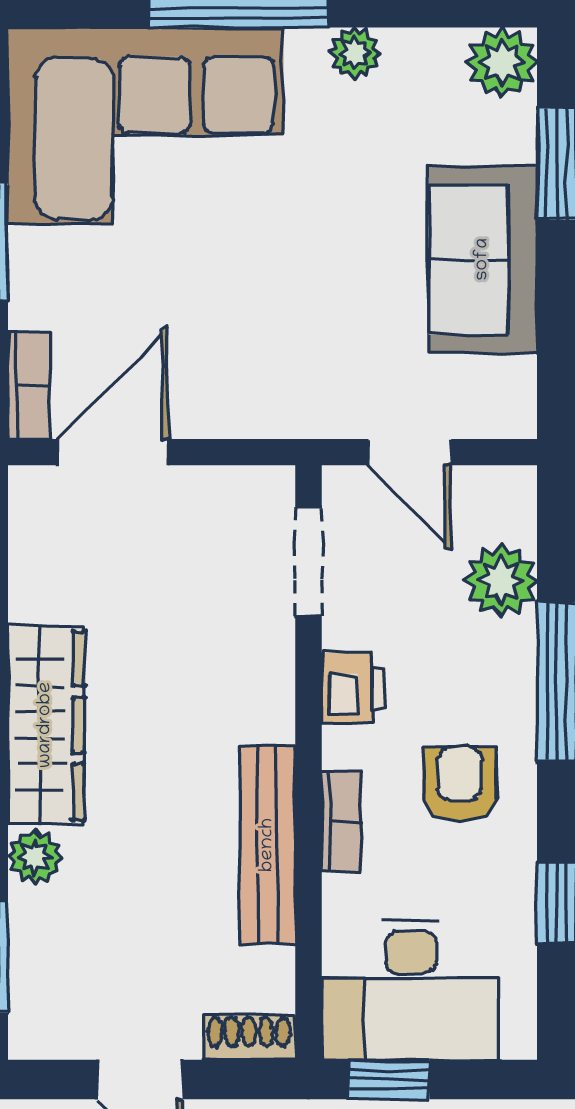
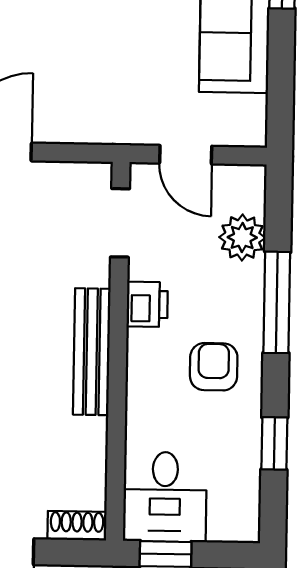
bookcase: (342, 821) -> (138, 389), removed
bench: (268, 845) -> (92, 352), moved
desk: (411, 990) -> (165, 497), width x0.73

